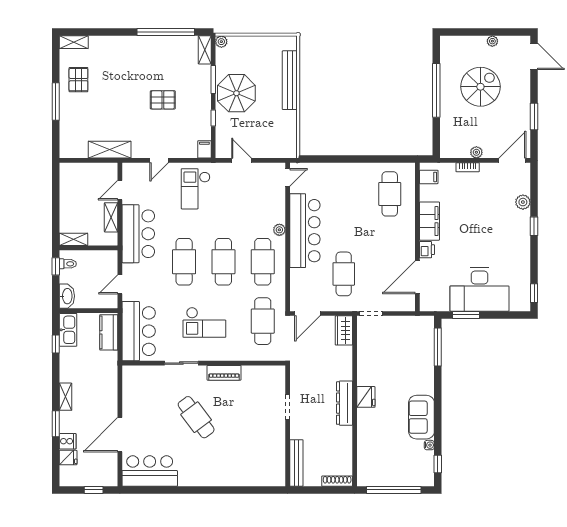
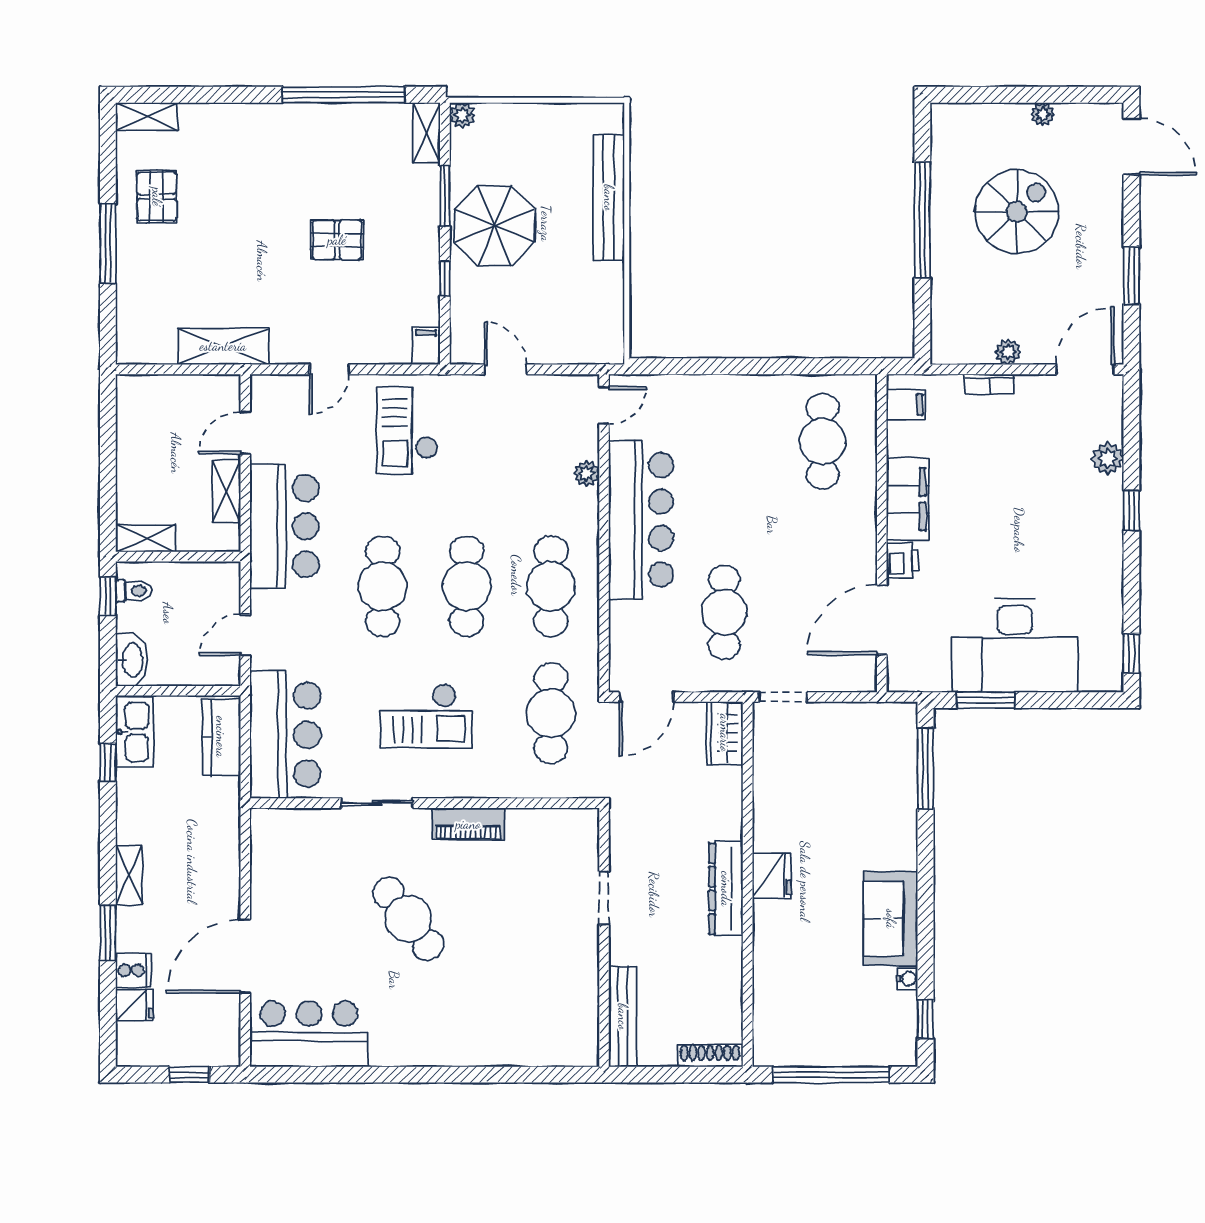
plant: (279, 230) -> (586, 474), moved

